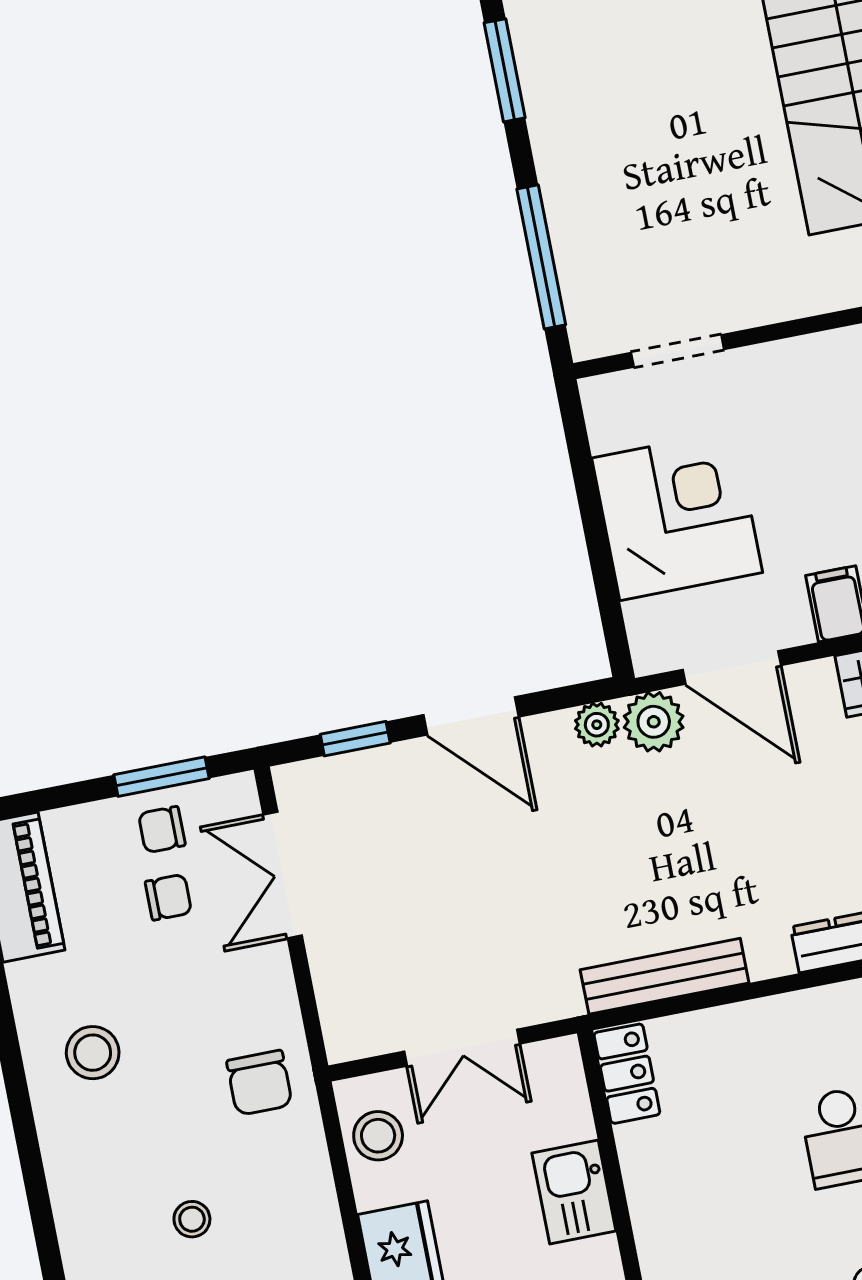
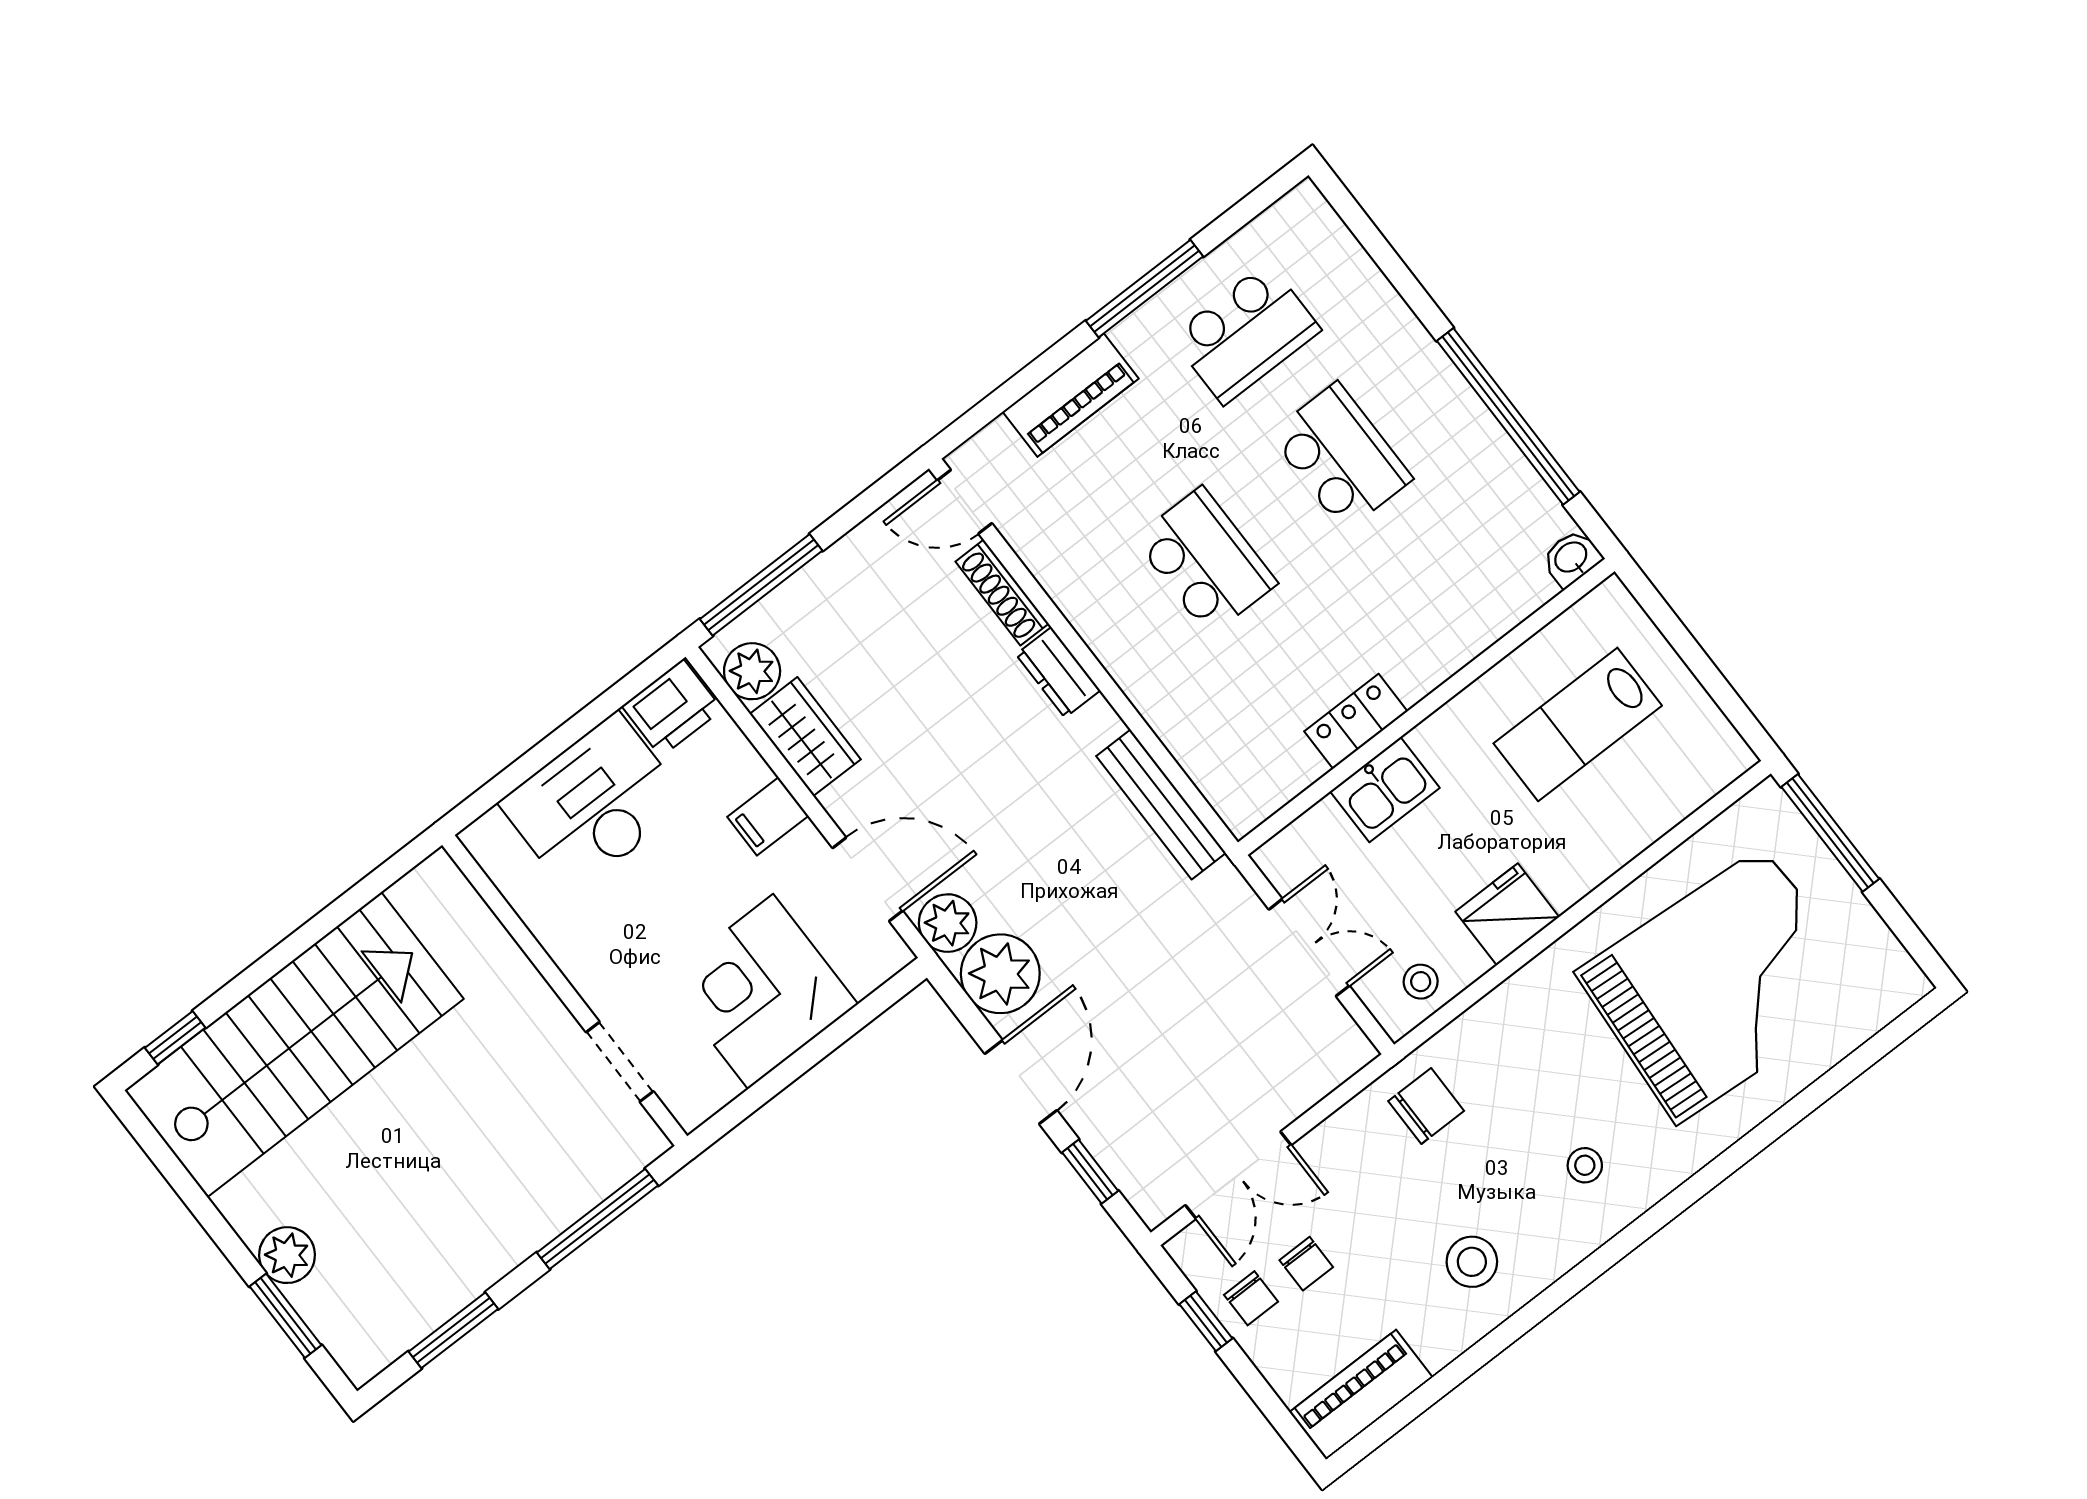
door: (732, 668) -> (868, 879), hinge flipped
plant: (597, 725) -> (1000, 974), width x1.88, depth x1.88
window: (162, 777) -> (1206, 1321), width x0.67
chair: (168, 897) -> (1306, 1264), turned 180
locker: (627, 1074) -> (1356, 721), moved
stool: (378, 1136) -> (1421, 982), width x0.73, depth x0.73
stool: (192, 1219) -> (1585, 1165), moved

